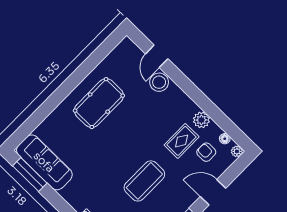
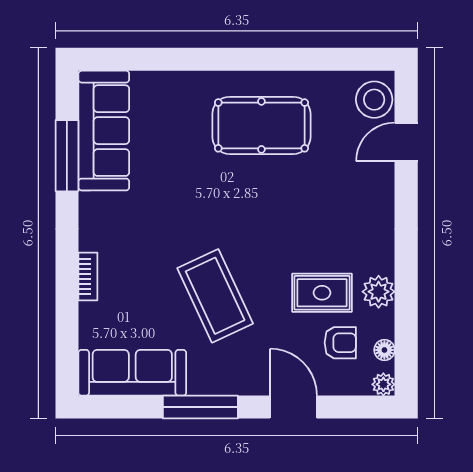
stool: (159, 82) -> (374, 100), moved
armchair: (206, 152) -> (340, 343), turned 90
window: (30, 174) -> (67, 156), moved
coffee table: (144, 181) -> (215, 296), turned 65

